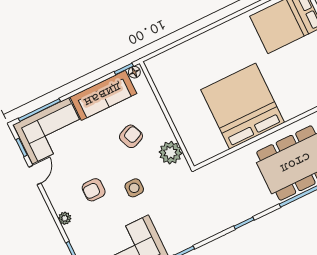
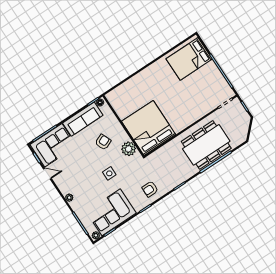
bed: (243, 106) -> (149, 128), moved
door: (35, 175) -> (47, 174), hinge flipped
armchair: (94, 190) -> (150, 189), moved

